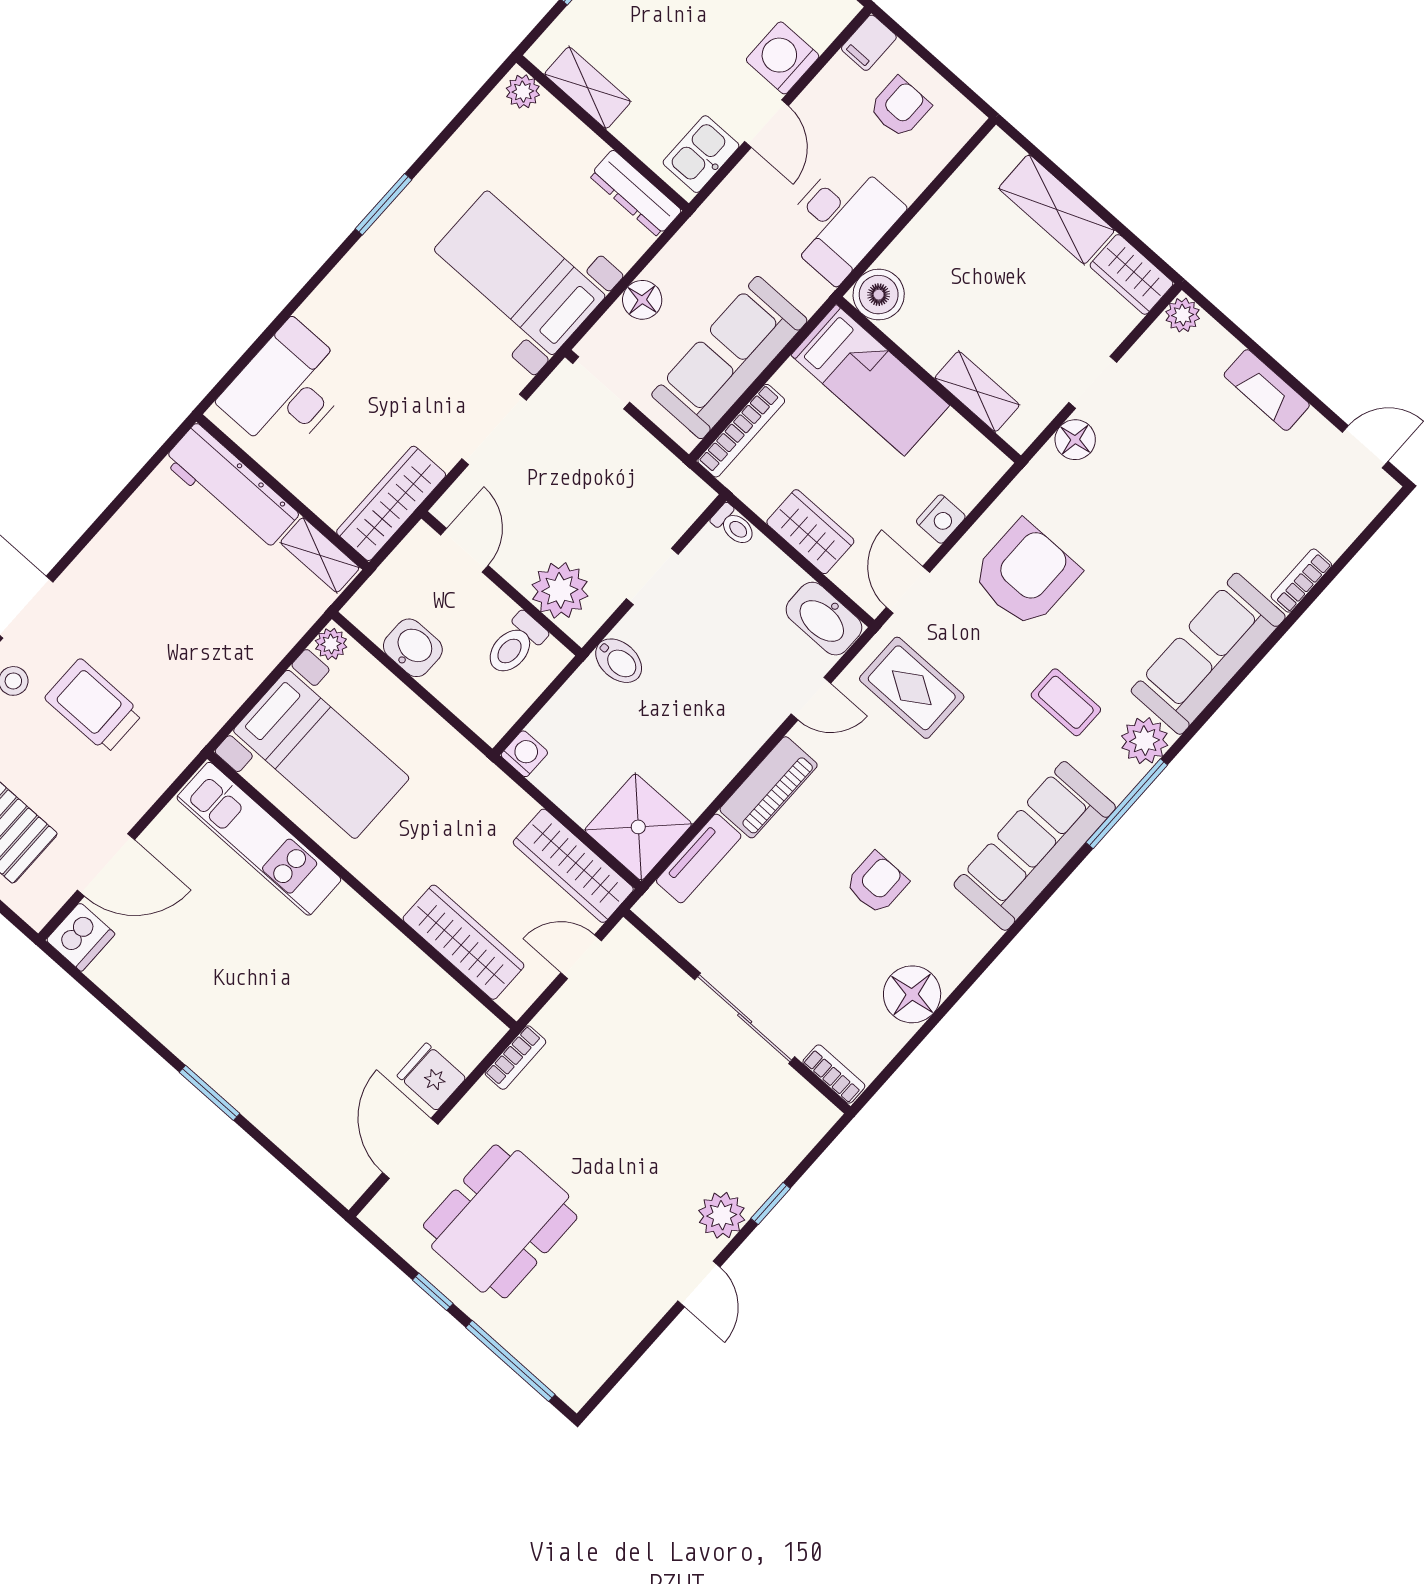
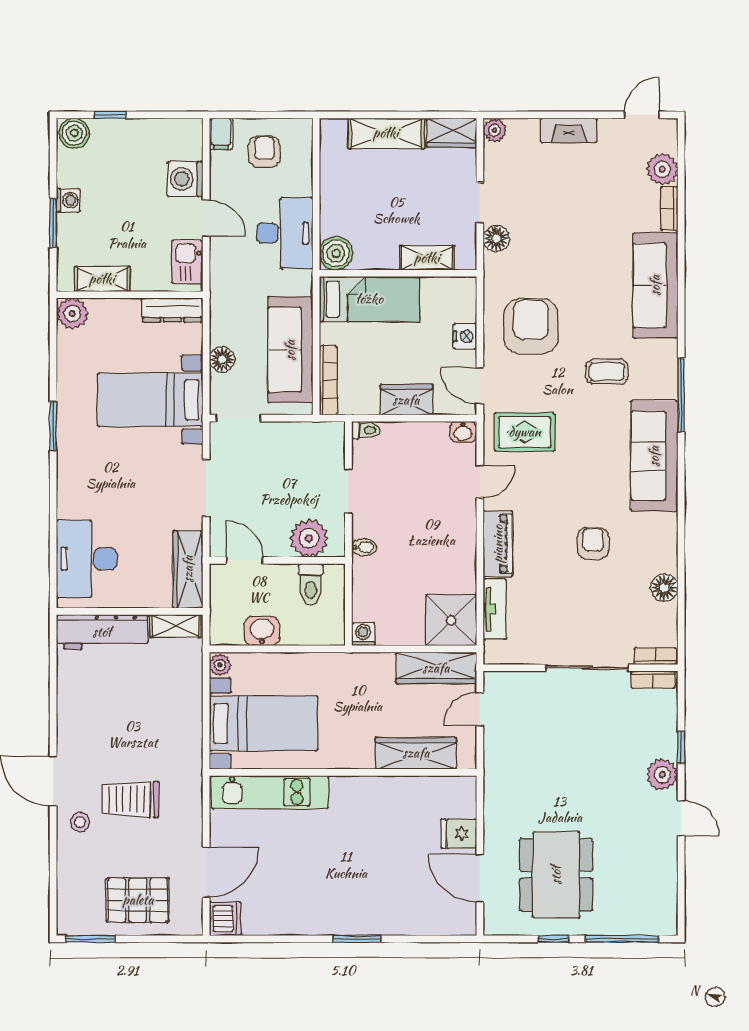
plant: (523, 92) -> (72, 314), width x1.38, depth x1.38
washbasin: (824, 619) -> (463, 432), width x0.52, depth x0.69
bidet: (619, 661) -> (364, 547), width x0.72, depth x0.74
plant: (1145, 741) -> (662, 169), moved
floor lamp: (912, 994) -> (664, 588), width x0.73, depth x0.73
bookcase: (515, 1058) -> (653, 680), moved, turned 90

